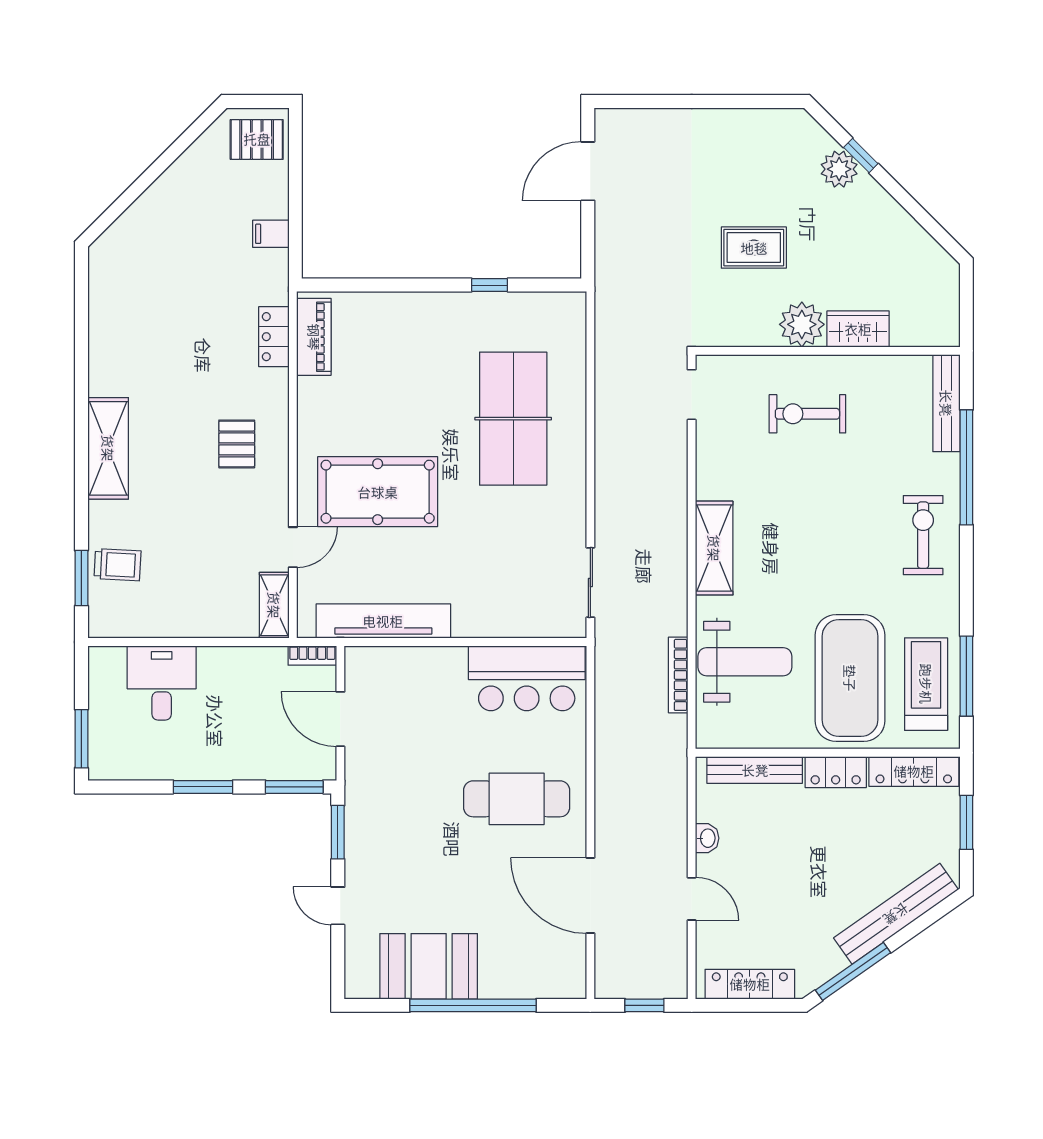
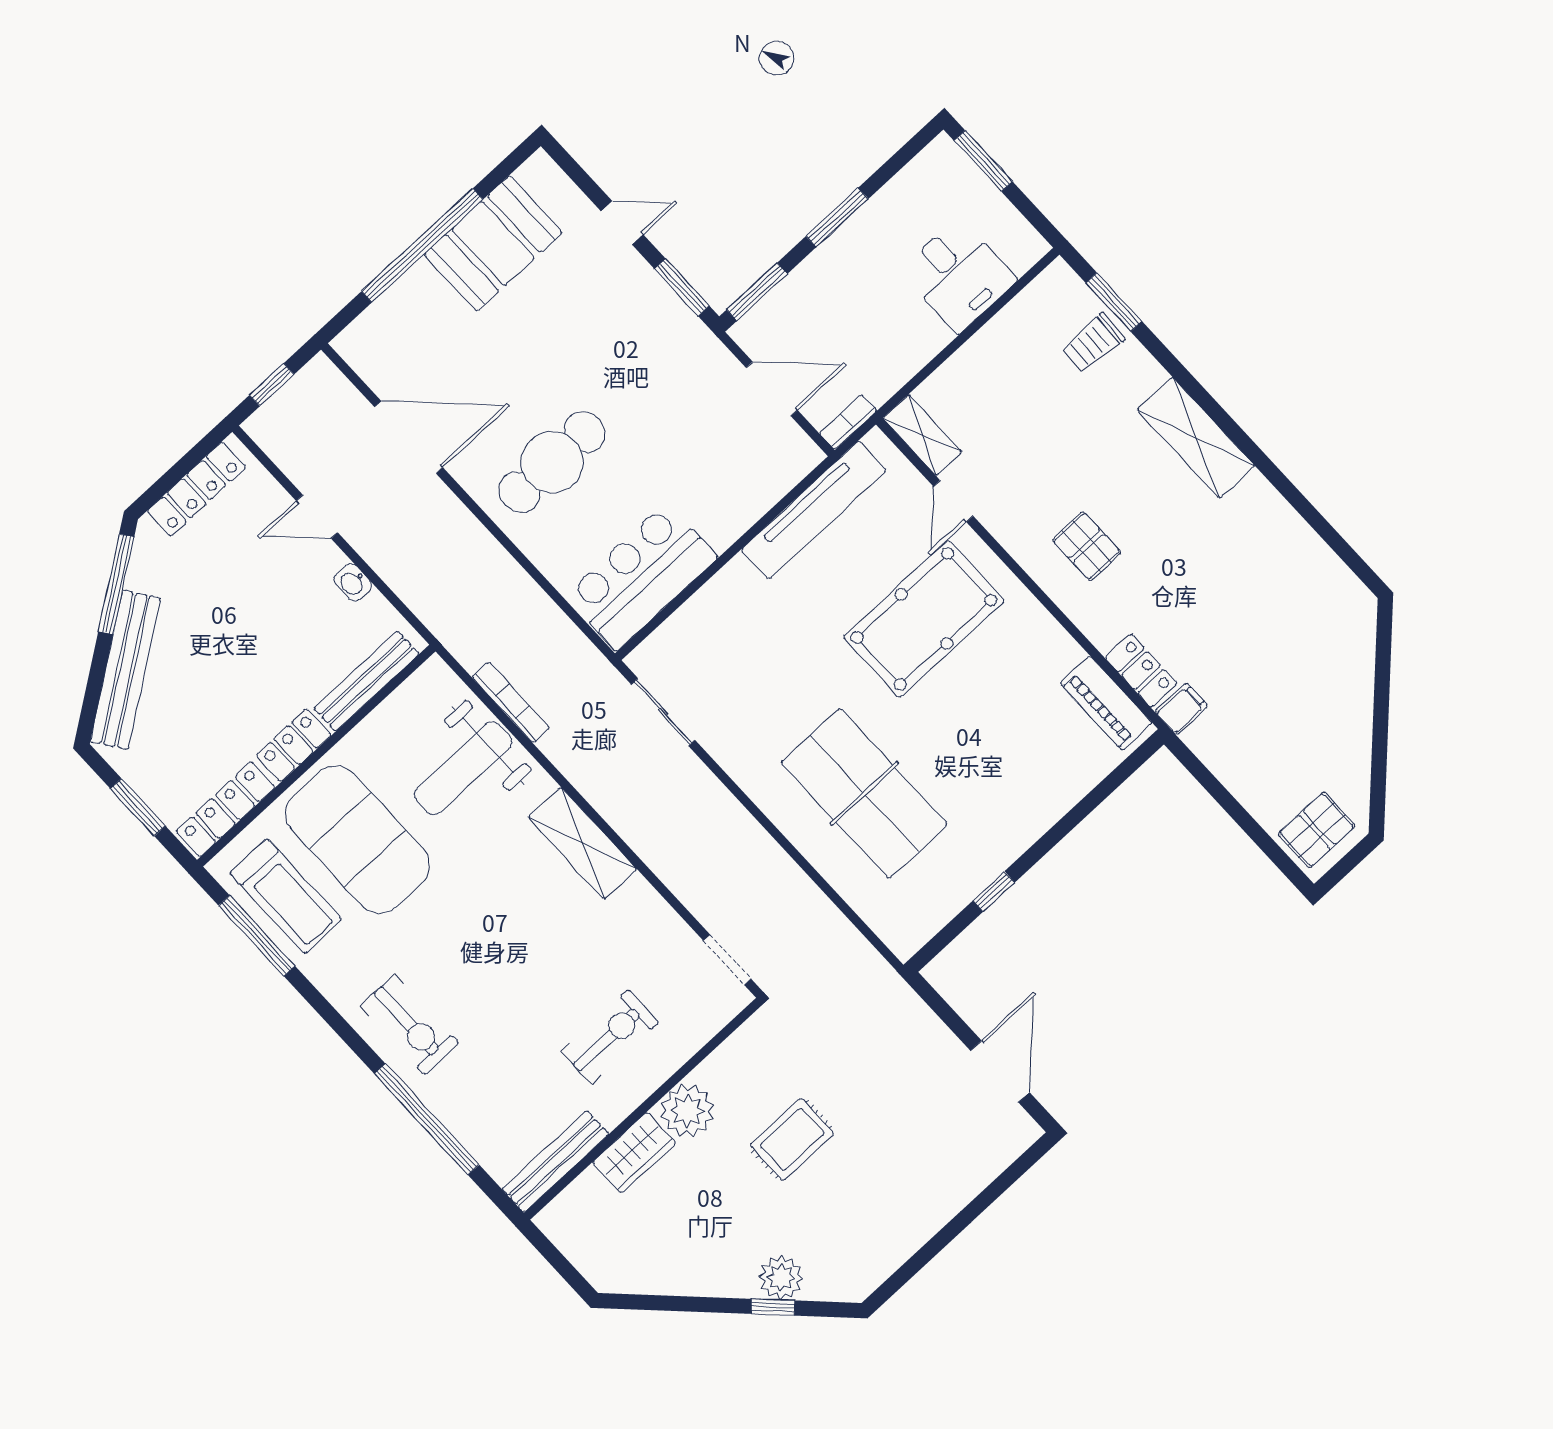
filing cabinet: (271, 234) -> (1181, 709), moved
bench: (946, 403) -> (555, 1162), moved, turned 90

